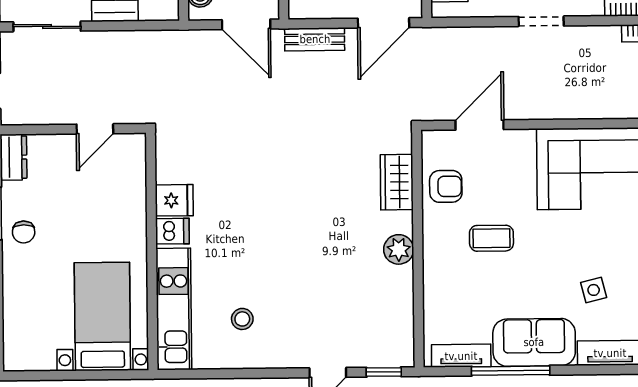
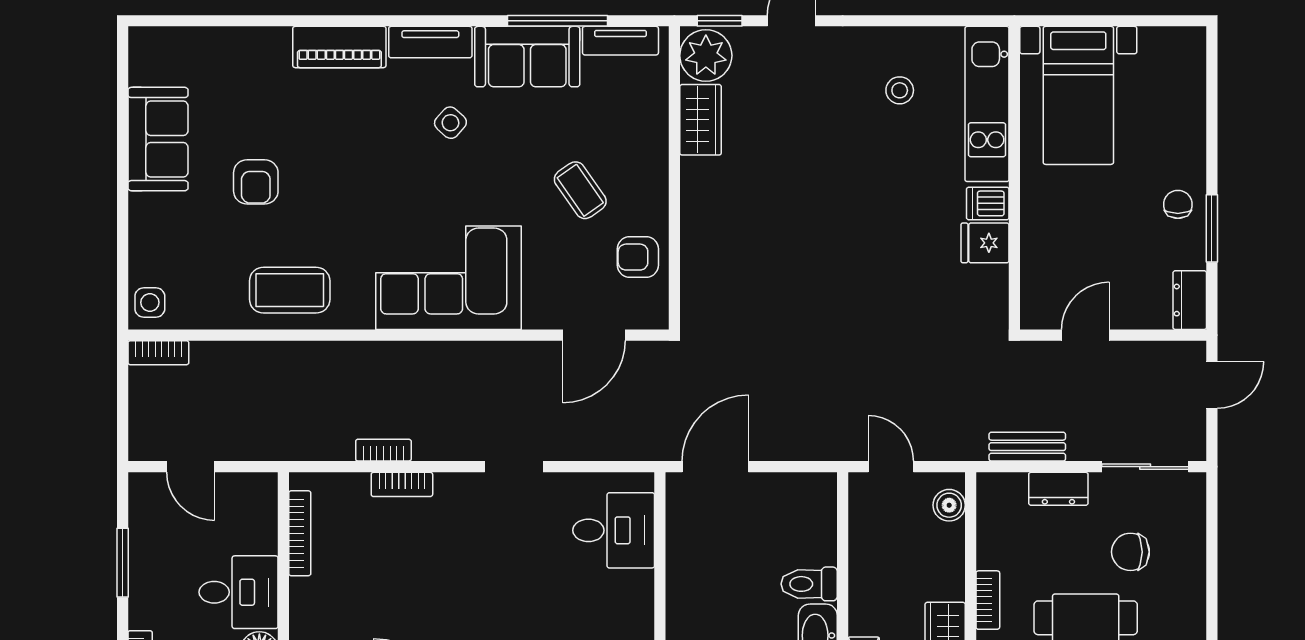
door: (246, 24) -> (891, 467), width x0.73
bench: (315, 39) -> (1027, 447), moved
wardrobe: (397, 182) -> (701, 120), moved
coffee table: (491, 238) -> (580, 190), turned 55
plant: (399, 249) -> (706, 56), moved, width x1.36, depth x1.36
side table: (594, 290) -> (450, 123), turned -34

